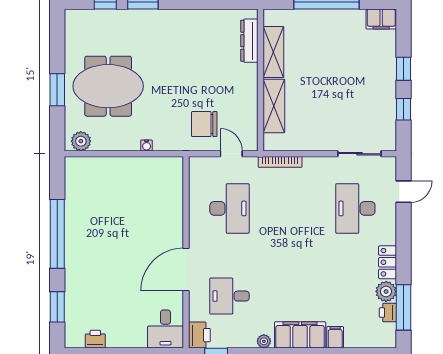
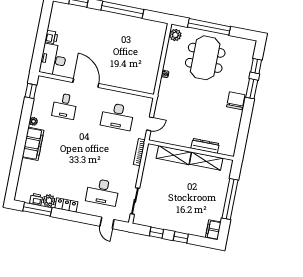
dresser: (249, 41) -> (205, 146), moved
window: (57, 90) -> (209, 27), width x2.11
chair: (204, 124) -> (236, 101), moved
desk: (355, 208) -> (103, 192), turned 180
desk: (229, 296) -> (65, 106), turned 180
desk: (165, 329) -> (53, 60), width x1.37
printer: (199, 335) -> (45, 83), removed
filing cabinet: (335, 337) -> (27, 165), removed
printer: (95, 339) -> (51, 37), moved

